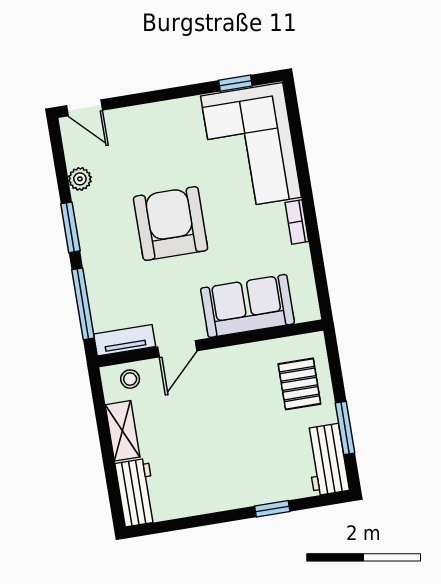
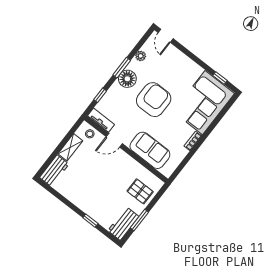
floor lamp: (97, 235) -> (127, 79), added
window: (83, 304) -> (100, 95), width x0.46
pallet: (299, 384) -> (140, 191), turned 90

